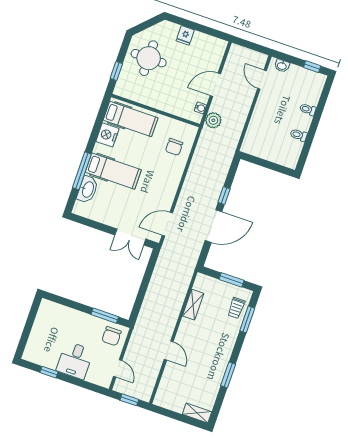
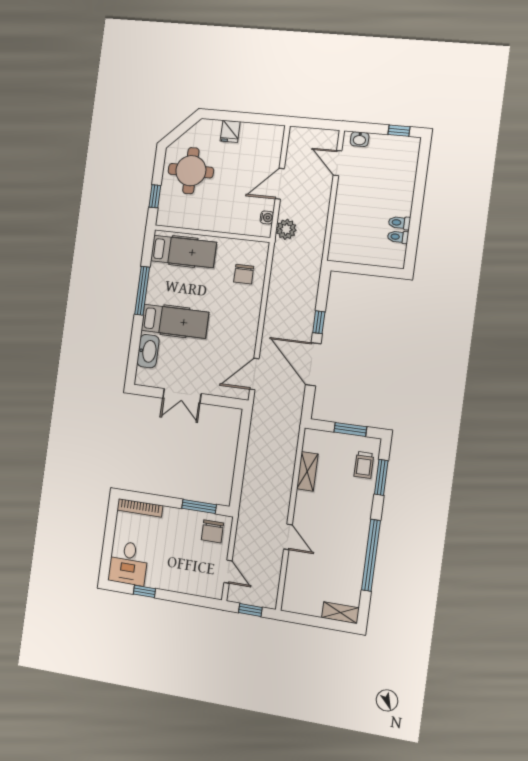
toilet: (308, 109) -> (398, 237), moved
nightstand: (107, 135) -> (159, 278), removed
window: (82, 171) -> (142, 291), moved
door: (214, 226) -> (313, 364), swing flipped
double door: (130, 237) -> (182, 396), moved
bookcase: (58, 308) -> (140, 508), added
desk: (75, 360) -> (128, 563), moved
window: (228, 375) -> (371, 555), width x2.11

